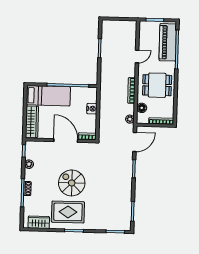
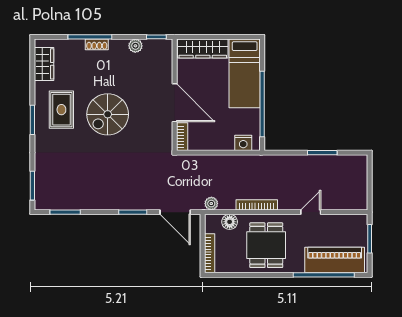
door: (137, 57) -> (311, 212), swing flipped
nightstand: (92, 109) -> (243, 143), moved
door: (66, 141) -> (175, 103), hinge flipped
spiral stairs: (72, 183) -> (108, 114), turned 180
rug: (68, 212) -> (61, 110), width x0.73, depth x0.70

